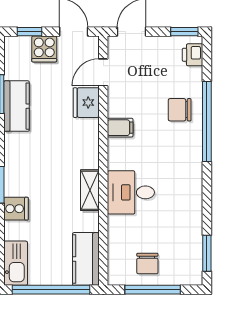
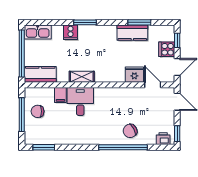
chair: (180, 110) -> (130, 131), turned -117
filing cabinet: (120, 128) -> (60, 95), moved

